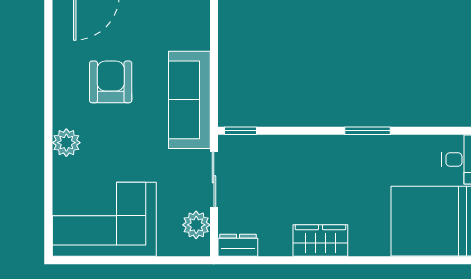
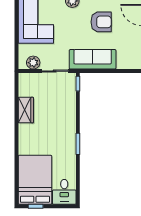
wardrobe: (320, 240) -> (26, 110), moved
dresser: (238, 245) -> (24, 82), removed

